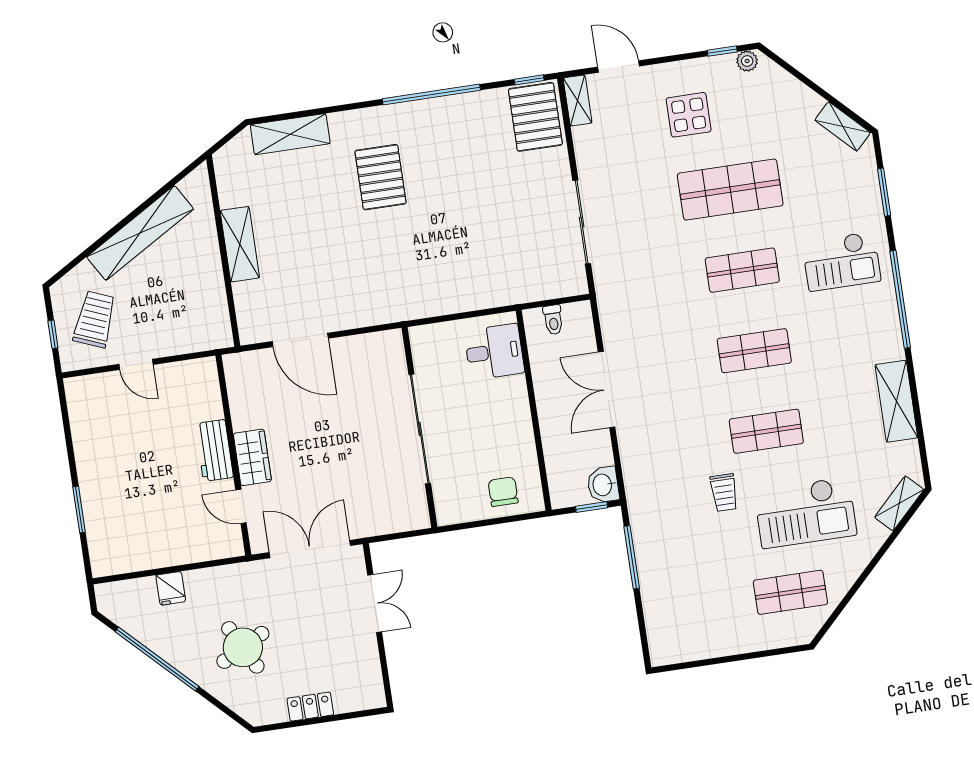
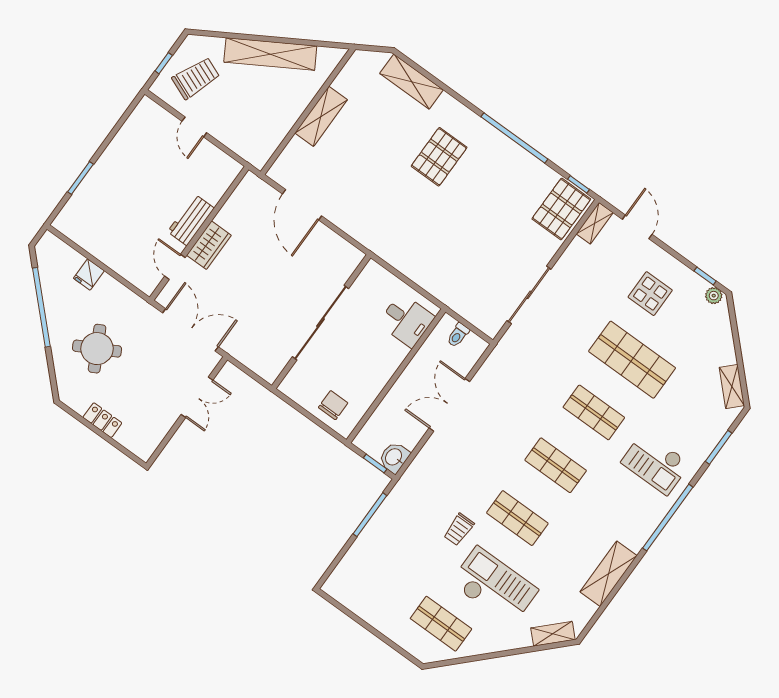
checkout: (805, 513) -> (494, 586), turned 180

